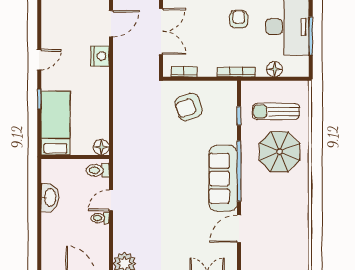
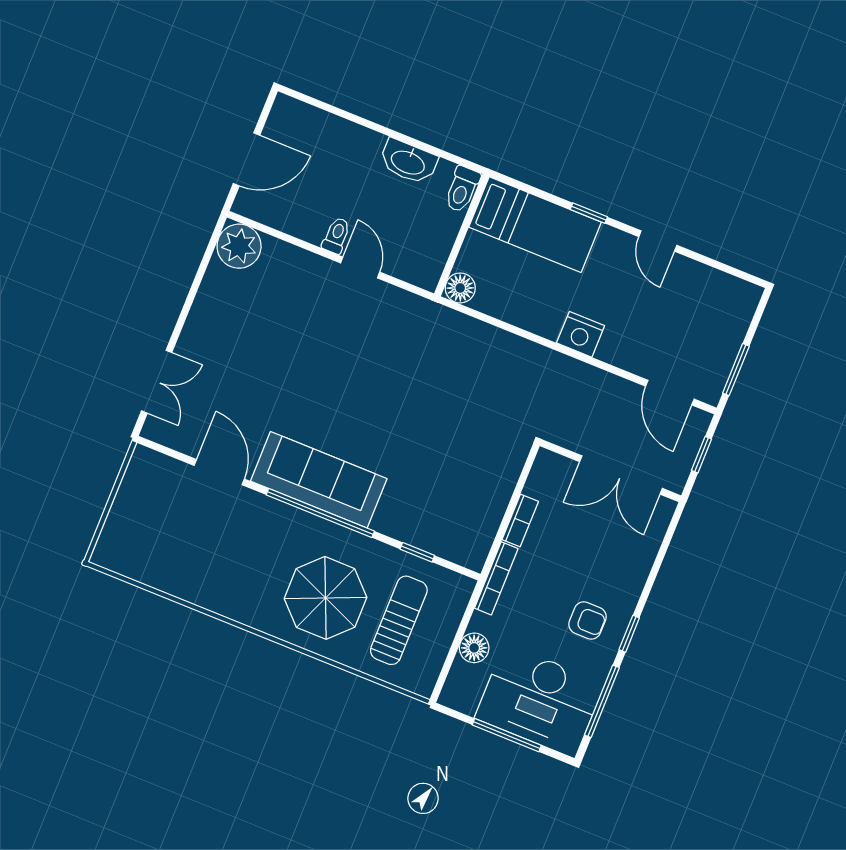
nightstand: (100, 56) -> (581, 334), moved
bookcase: (184, 72) -> (520, 520), moved
armchair: (189, 107) -> (469, 470), removed
toilet: (98, 170) -> (462, 189), moved, turned 180

